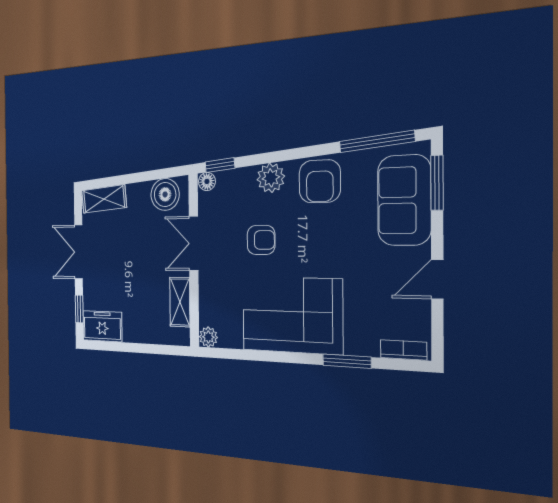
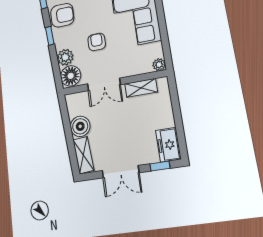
window: (220, 165) -> (50, 36), moved
plant: (271, 178) -> (65, 57), moved
floor lamp: (207, 181) -> (71, 76), width x1.89, depth x1.89
boiler: (165, 194) -> (80, 126), moved

